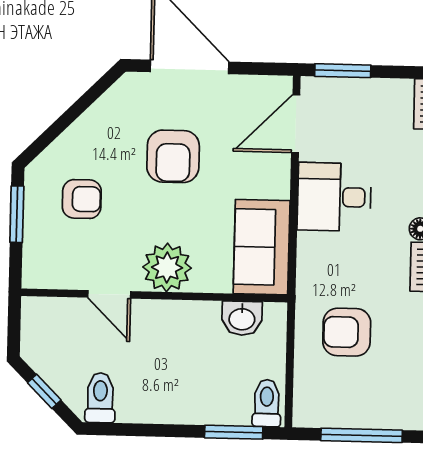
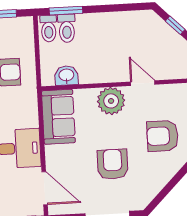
door: (296, 124) -> (45, 188), hinge flipped
armchair: (82, 199) -> (162, 136), width x1.38, depth x1.38
toilet: (100, 398) -> (67, 28), moved

